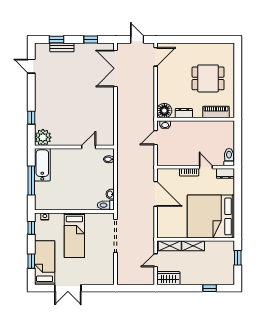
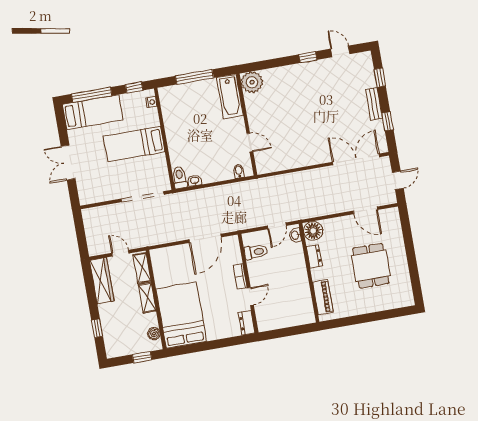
bench: (62, 47) -> (374, 104), moved
door: (156, 57) -> (365, 210), moved
door: (31, 66) -> (340, 51), hinge flipped
dining table: (208, 78) -> (371, 266), moved
window: (31, 118) -> (308, 57), moved
door: (156, 138) -> (277, 226), swing flipped
toilet: (229, 157) -> (256, 252), moved
bathtub: (42, 165) -> (230, 97), moved, turned 90
bed: (211, 216) -> (181, 315), width x0.73
boiler: (221, 246) -> (154, 334), added
window: (31, 261) -> (92, 95), width x2.17
wardrobe: (168, 278) -> (102, 281), width x1.50
double door: (68, 288) -> (68, 162), moved

